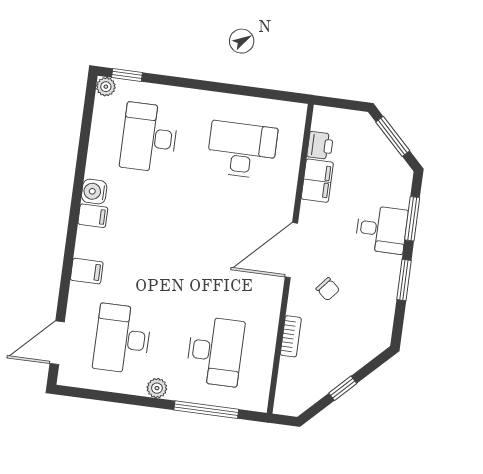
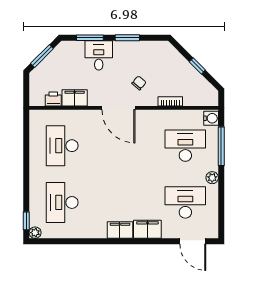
desk: (149, 138) -> (62, 202), turned 90
water cooler: (94, 192) -> (211, 118), moved, turned -90
filing cabinet: (93, 216) -> (120, 230), width x2.00
filing cabinet: (87, 271) -> (147, 229), width x2.00
desk: (122, 339) -> (185, 202), turned 180

